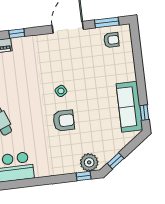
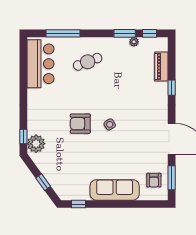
sofa: (129, 107) -> (115, 190), moved
armchair: (64, 121) -> (80, 124), turned 90
window: (116, 161) -> (43, 182), moved

